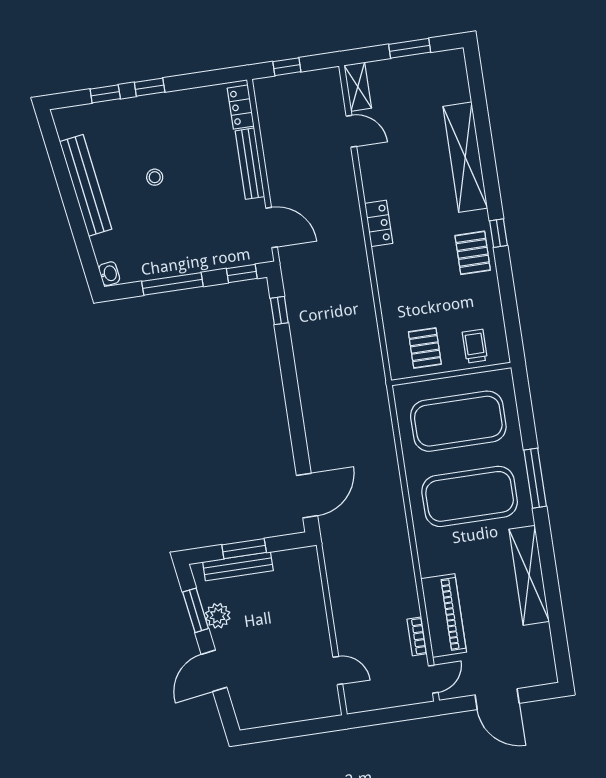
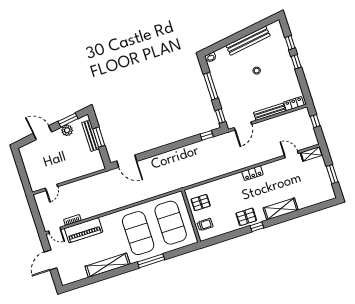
door: (351, 131) -> (291, 154), swing flipped
shelving: (465, 157) -> (281, 209), width x0.68

